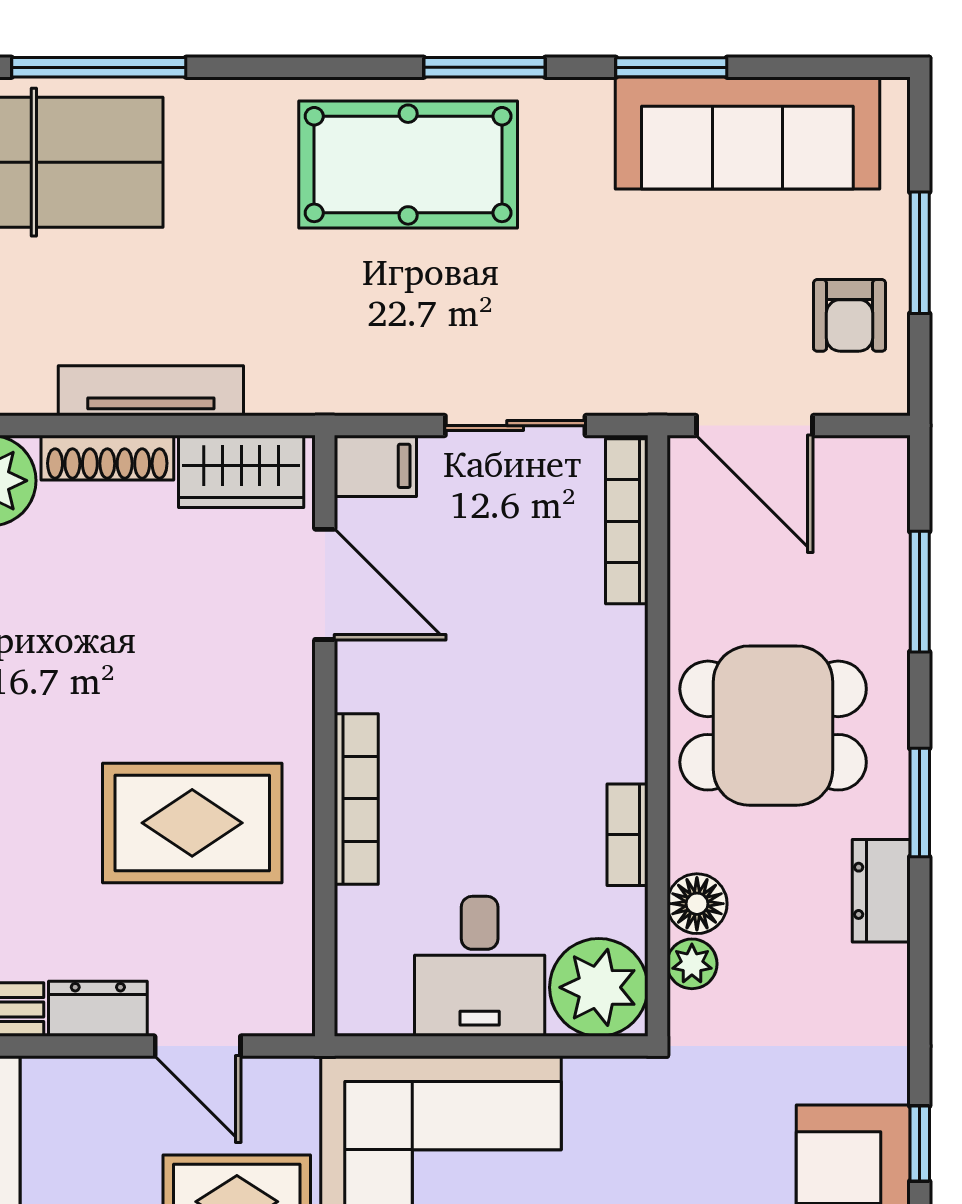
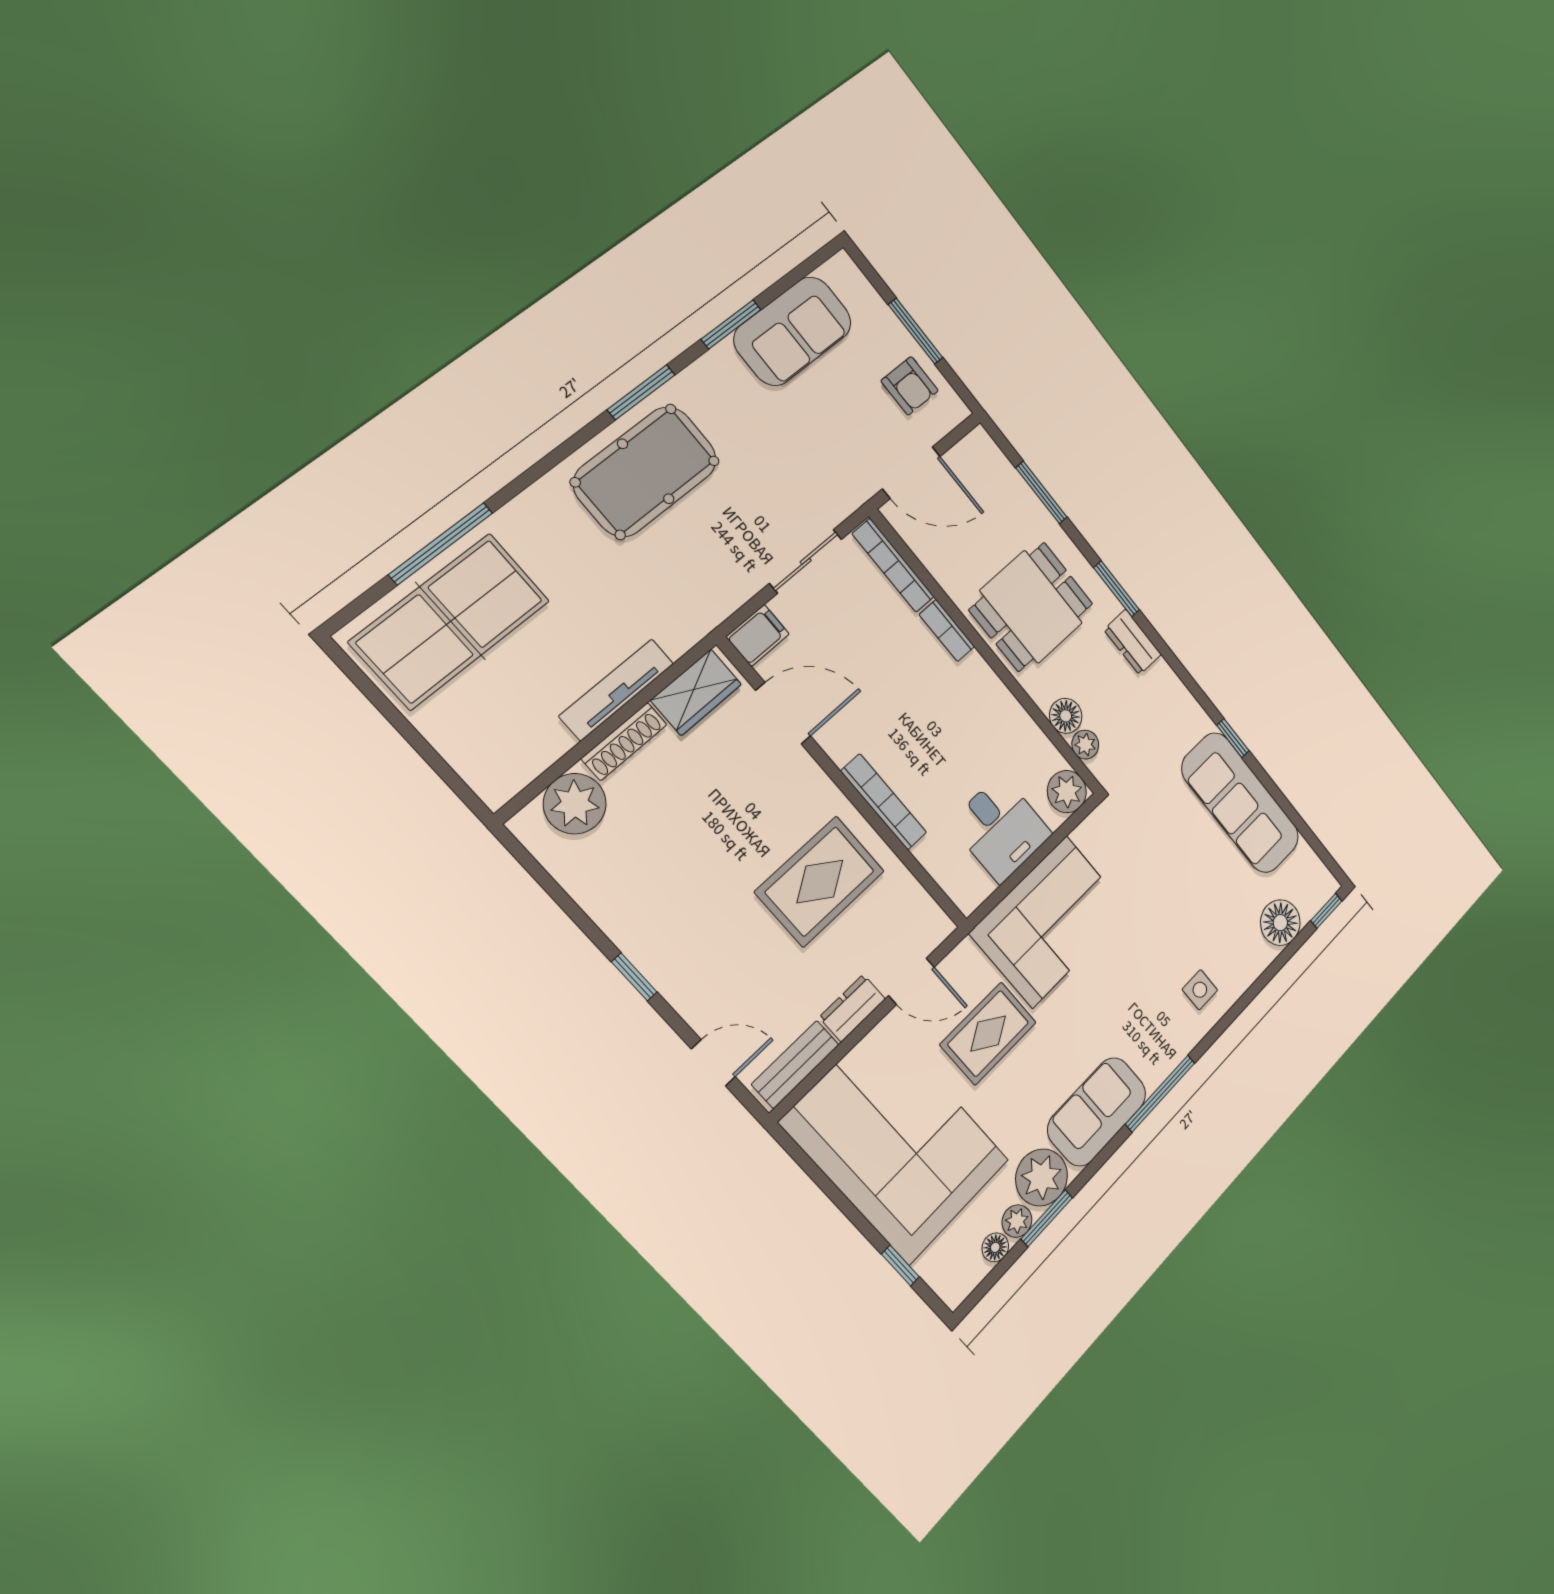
sofa: (747, 133) -> (793, 331), width x0.73
bookcase: (627, 835) -> (947, 631), moved
plant: (599, 987) -> (1067, 792), width x0.73, depth x0.73

